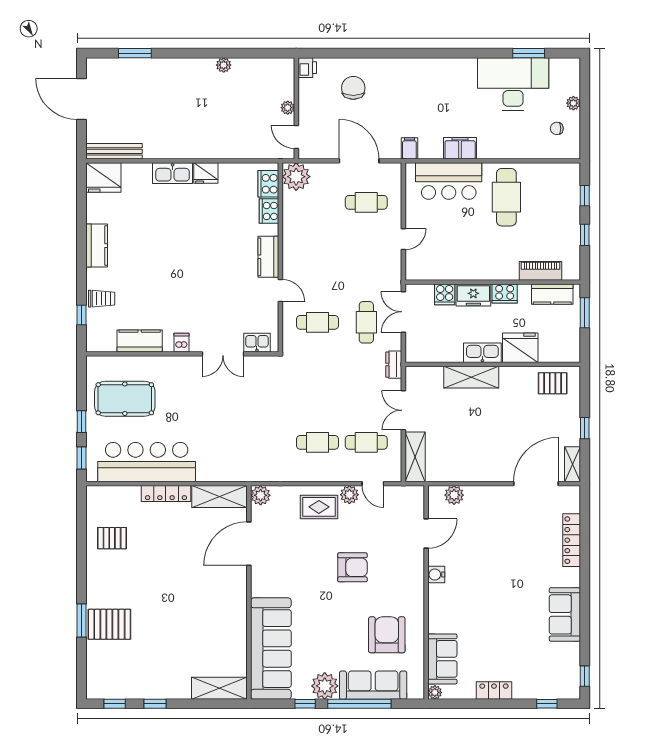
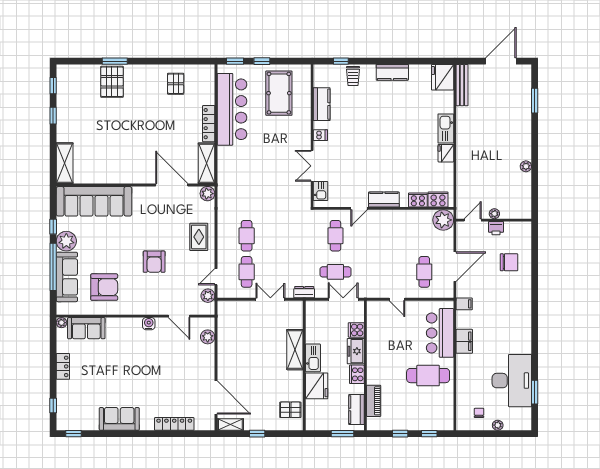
printer: (307, 68) -> (496, 228), moved
pallet: (553, 383) -> (290, 410), turned 90
shelving: (415, 457) -> (236, 308), removed
plant: (349, 495) -> (208, 296), moved

